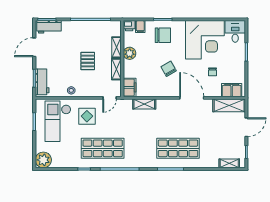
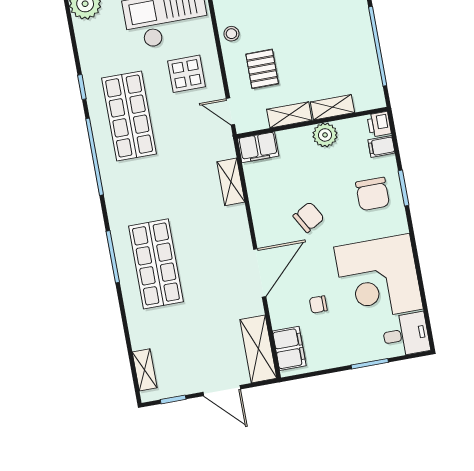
pallet: (88, 61) -> (262, 69), moved, turned 90

